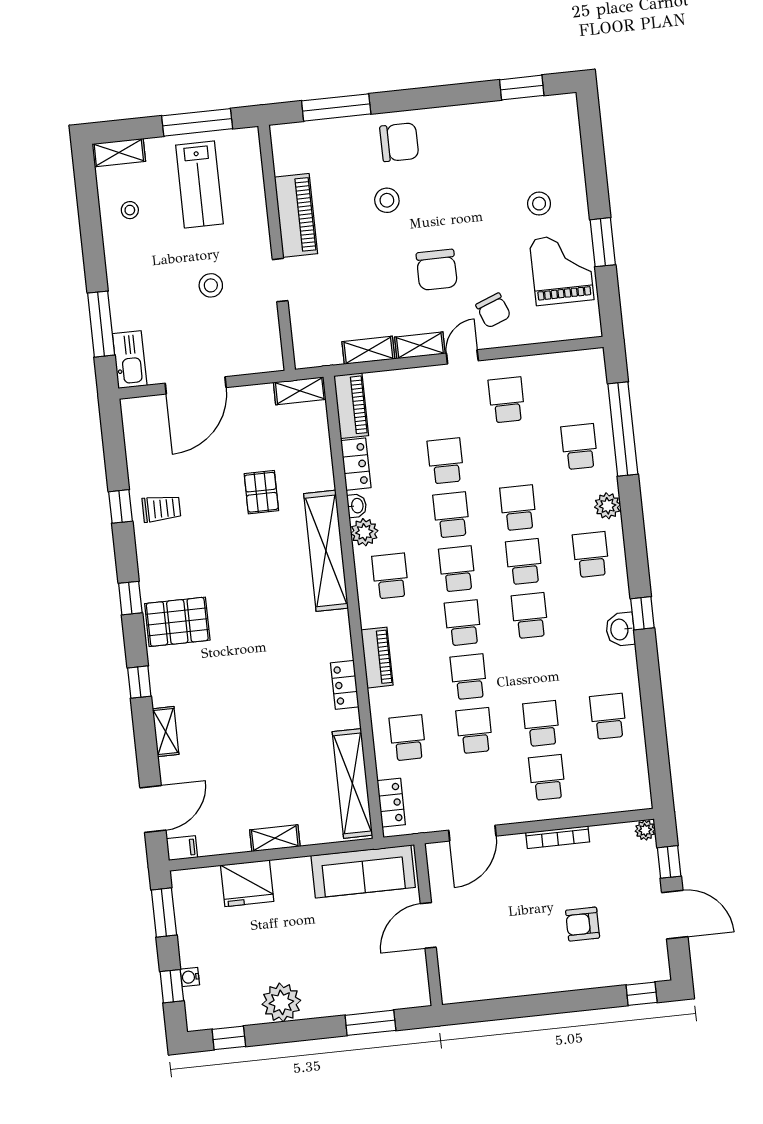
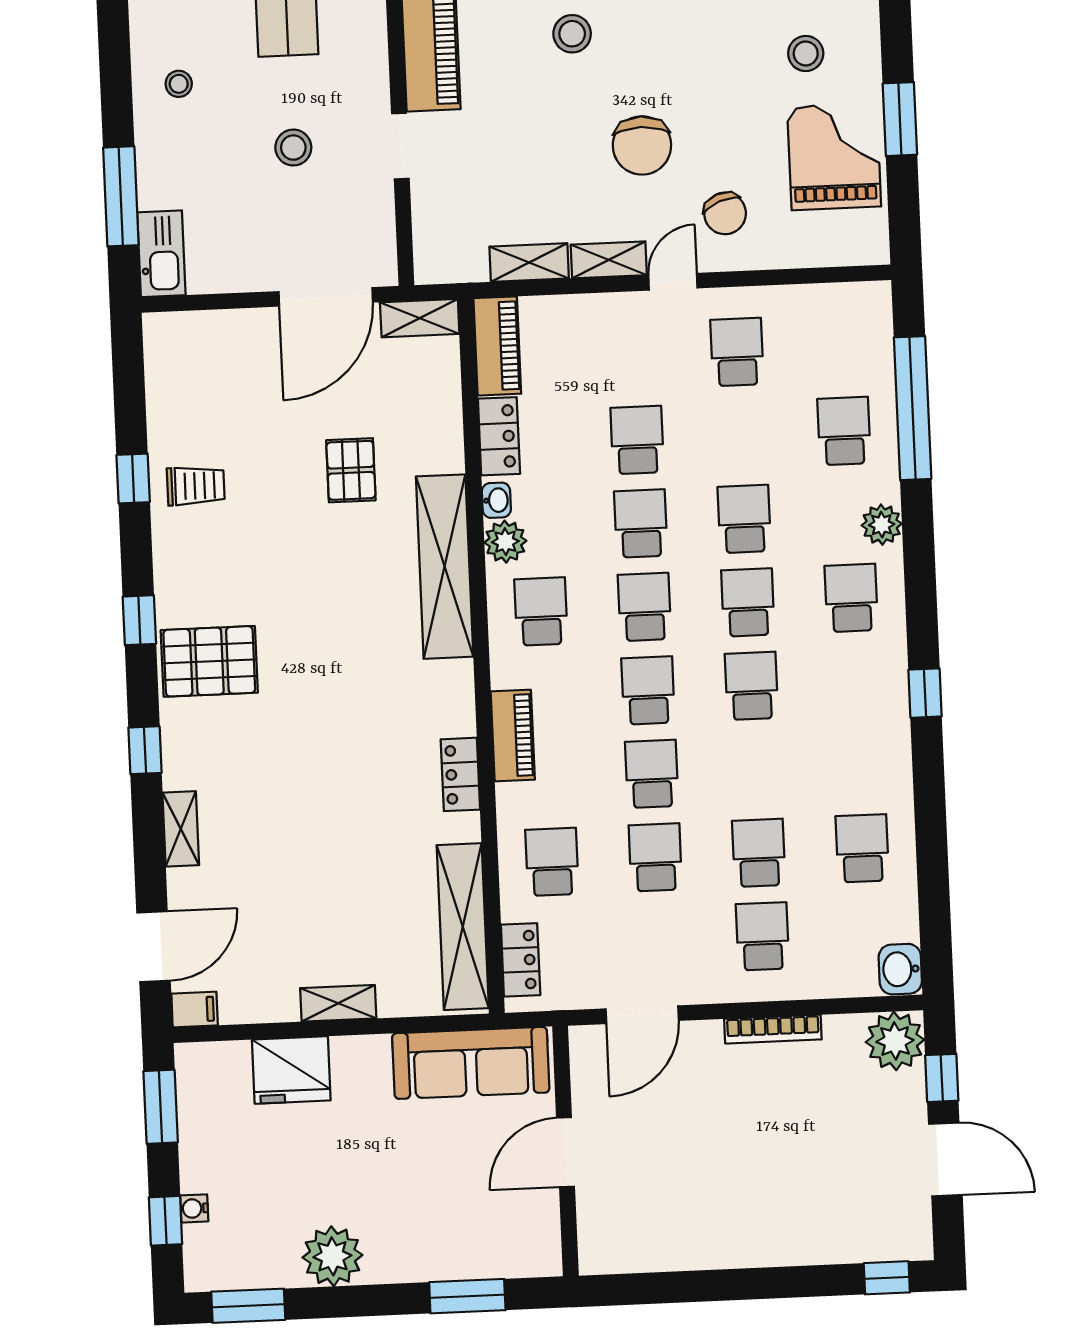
stool: (130, 210) -> (179, 84), moved
door: (196, 385) -> (326, 297), moved
washbasin: (620, 629) -> (900, 969), moved
plant: (645, 830) -> (895, 1041), width x1.87, depth x1.87
armchair: (583, 924) -> (803, 1165), removed
window: (229, 1038) -> (248, 1306), width x1.50

